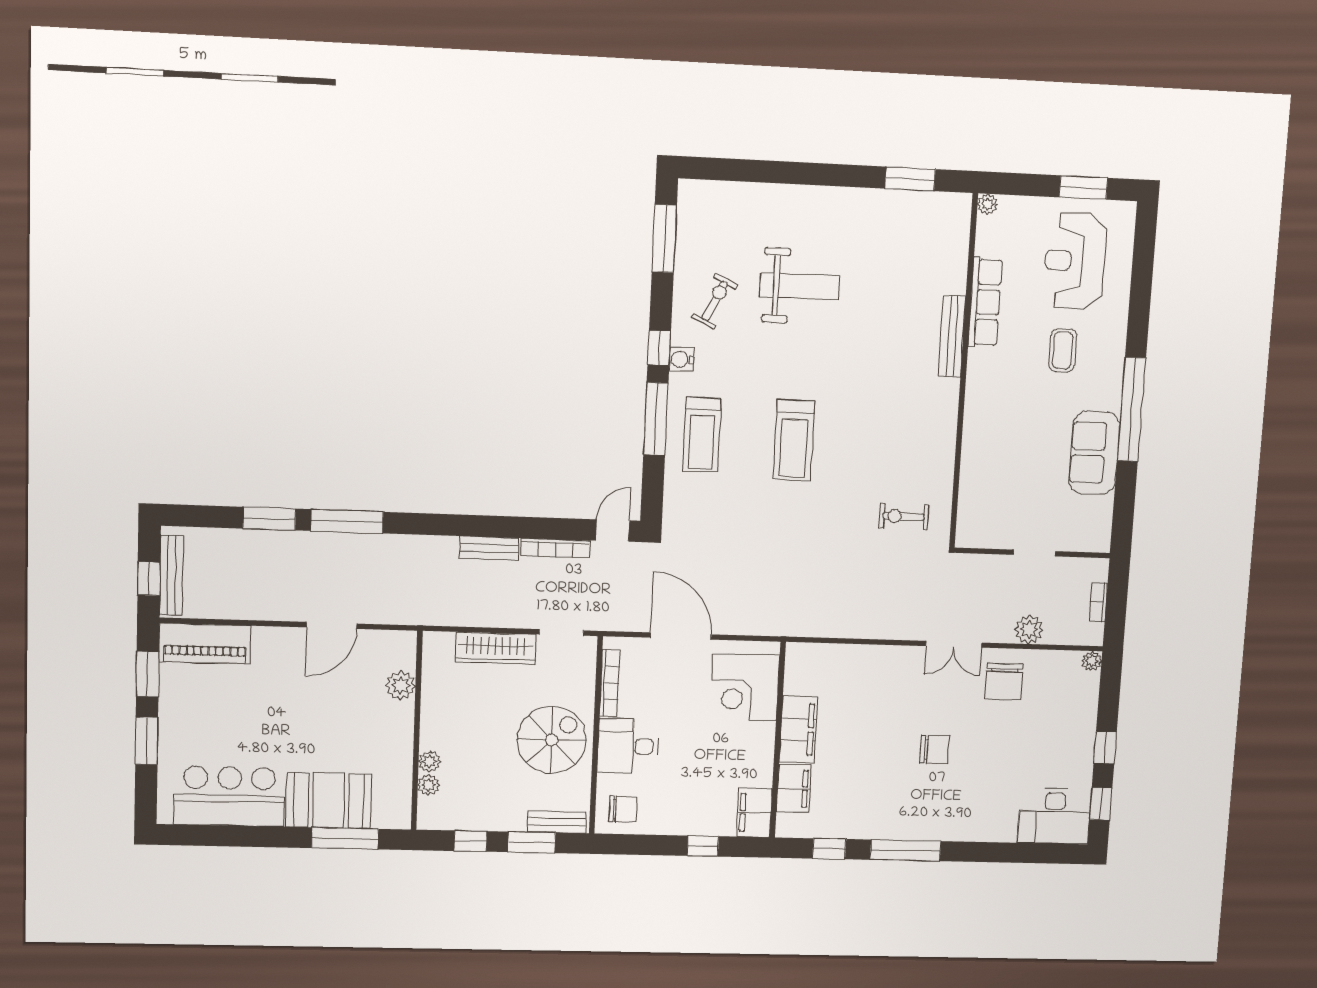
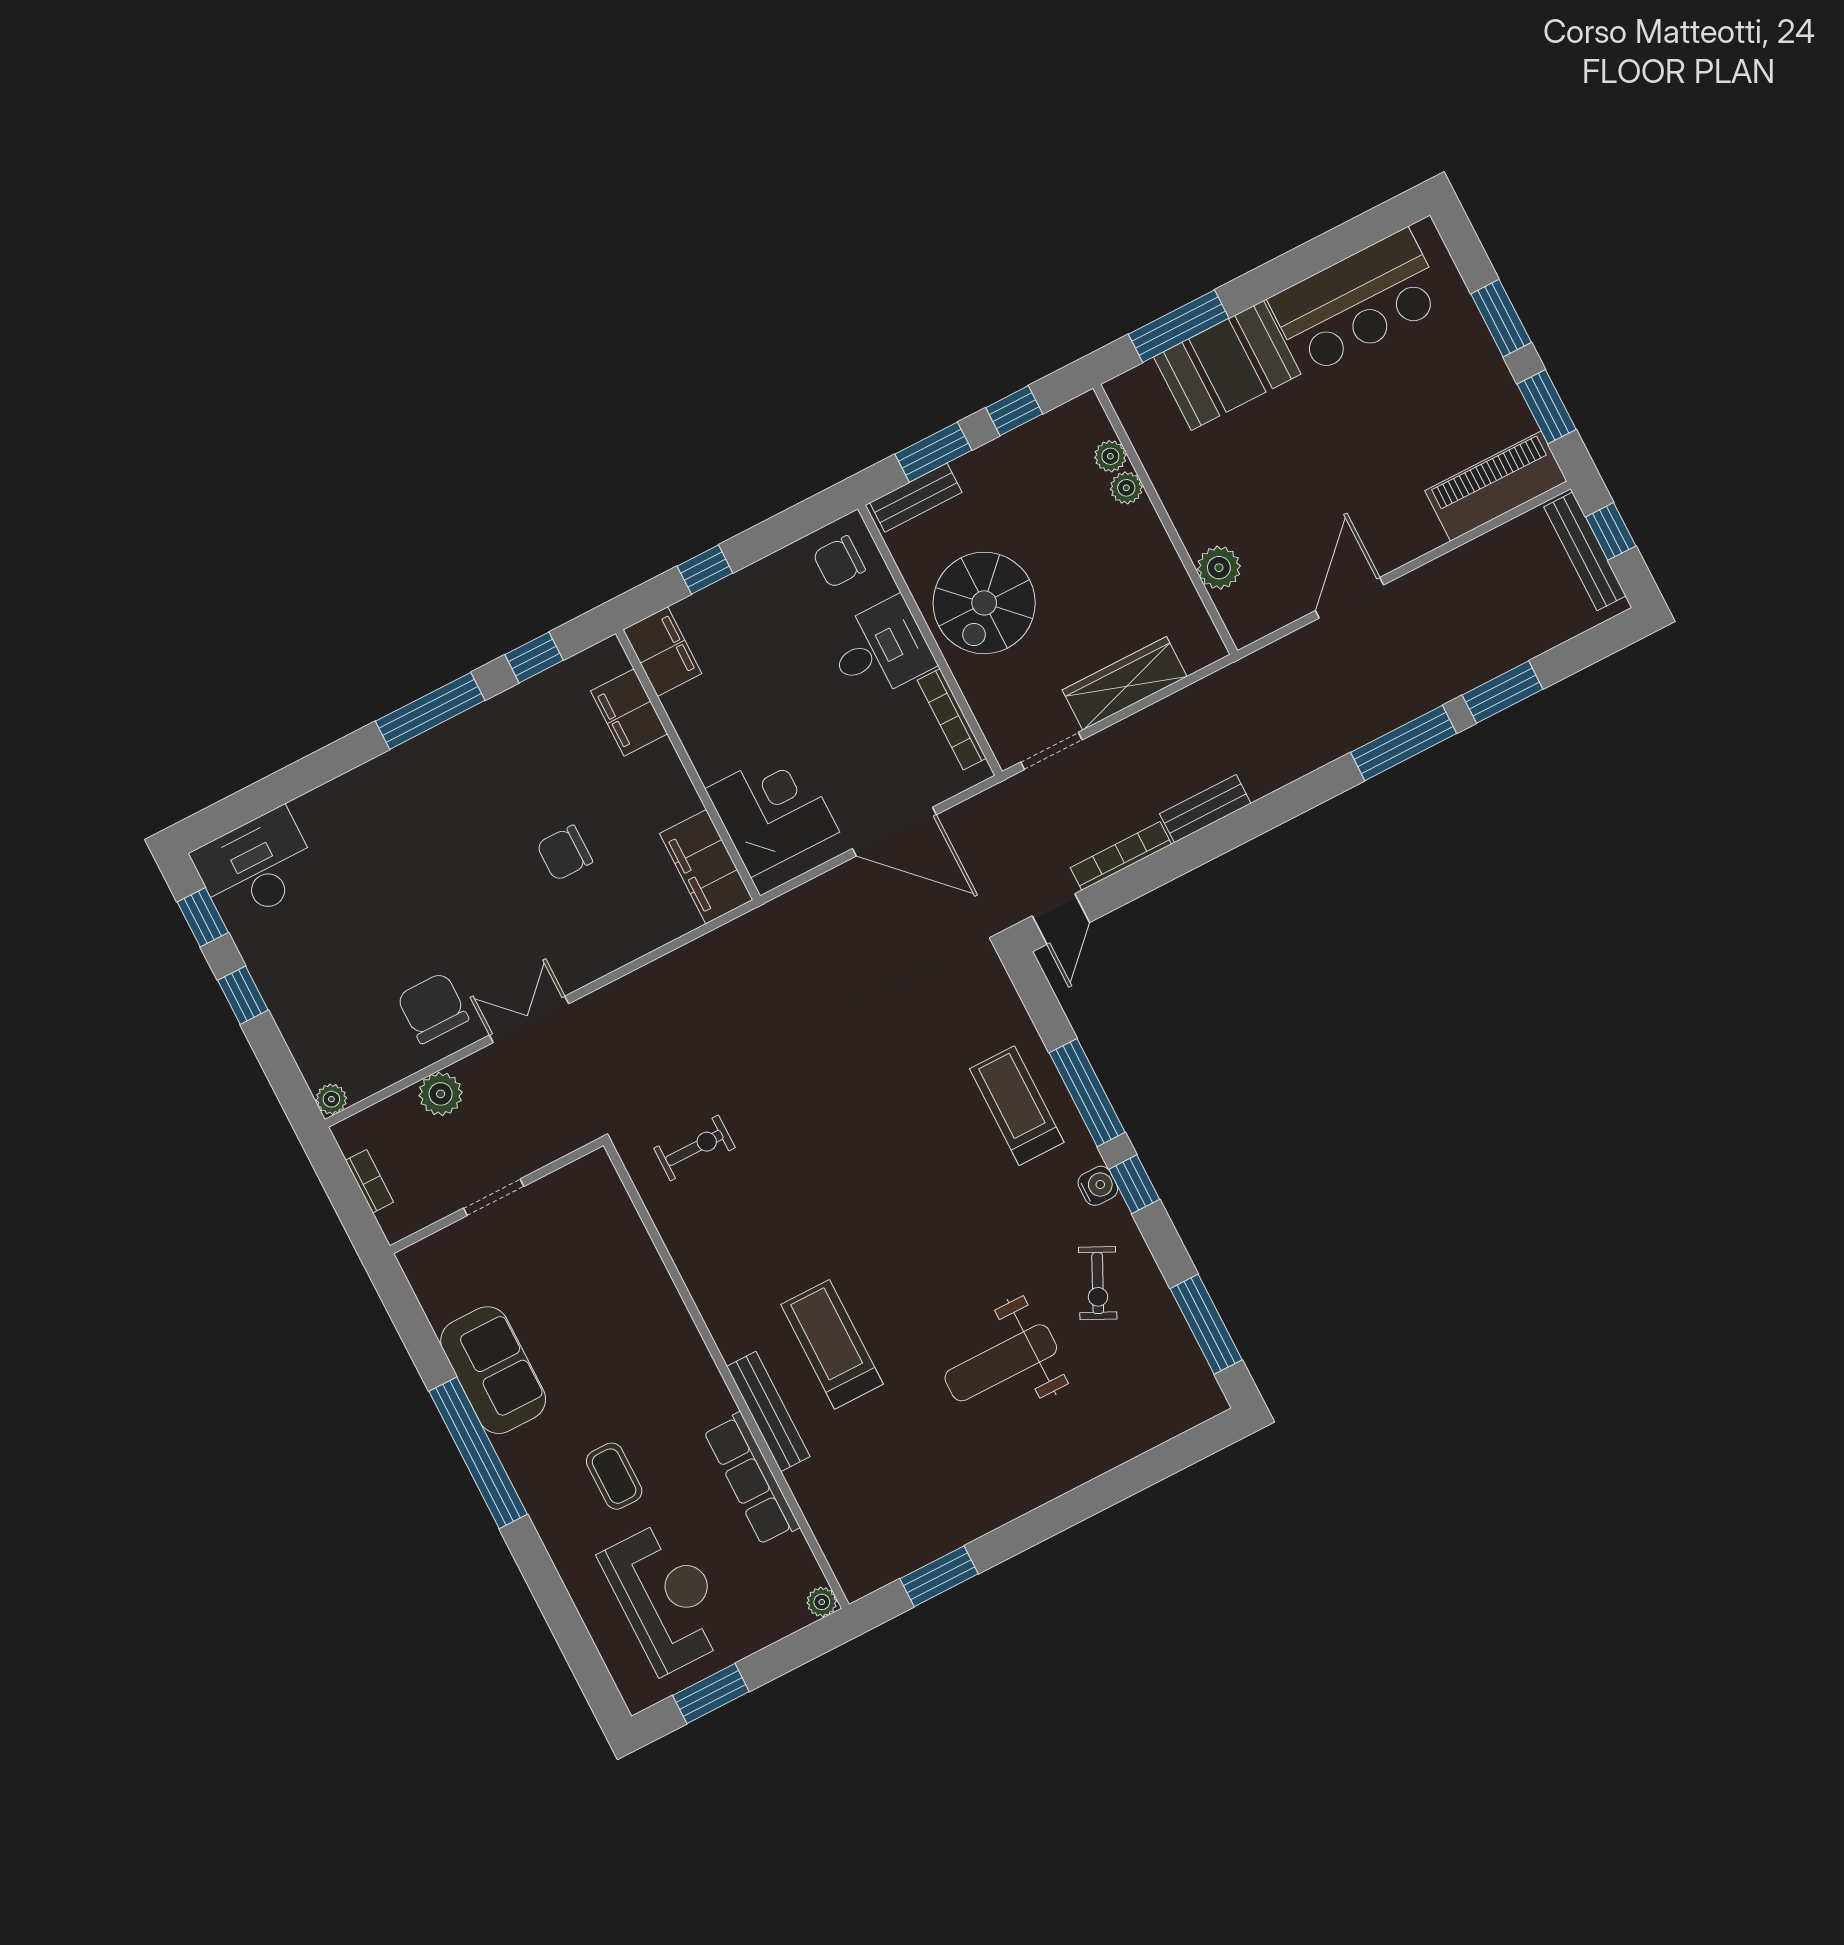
treadmill: (794, 440) -> (832, 1344), moved
filing cabinet: (798, 729) -> (706, 867), moved
chair: (934, 749) -> (565, 853), moved

